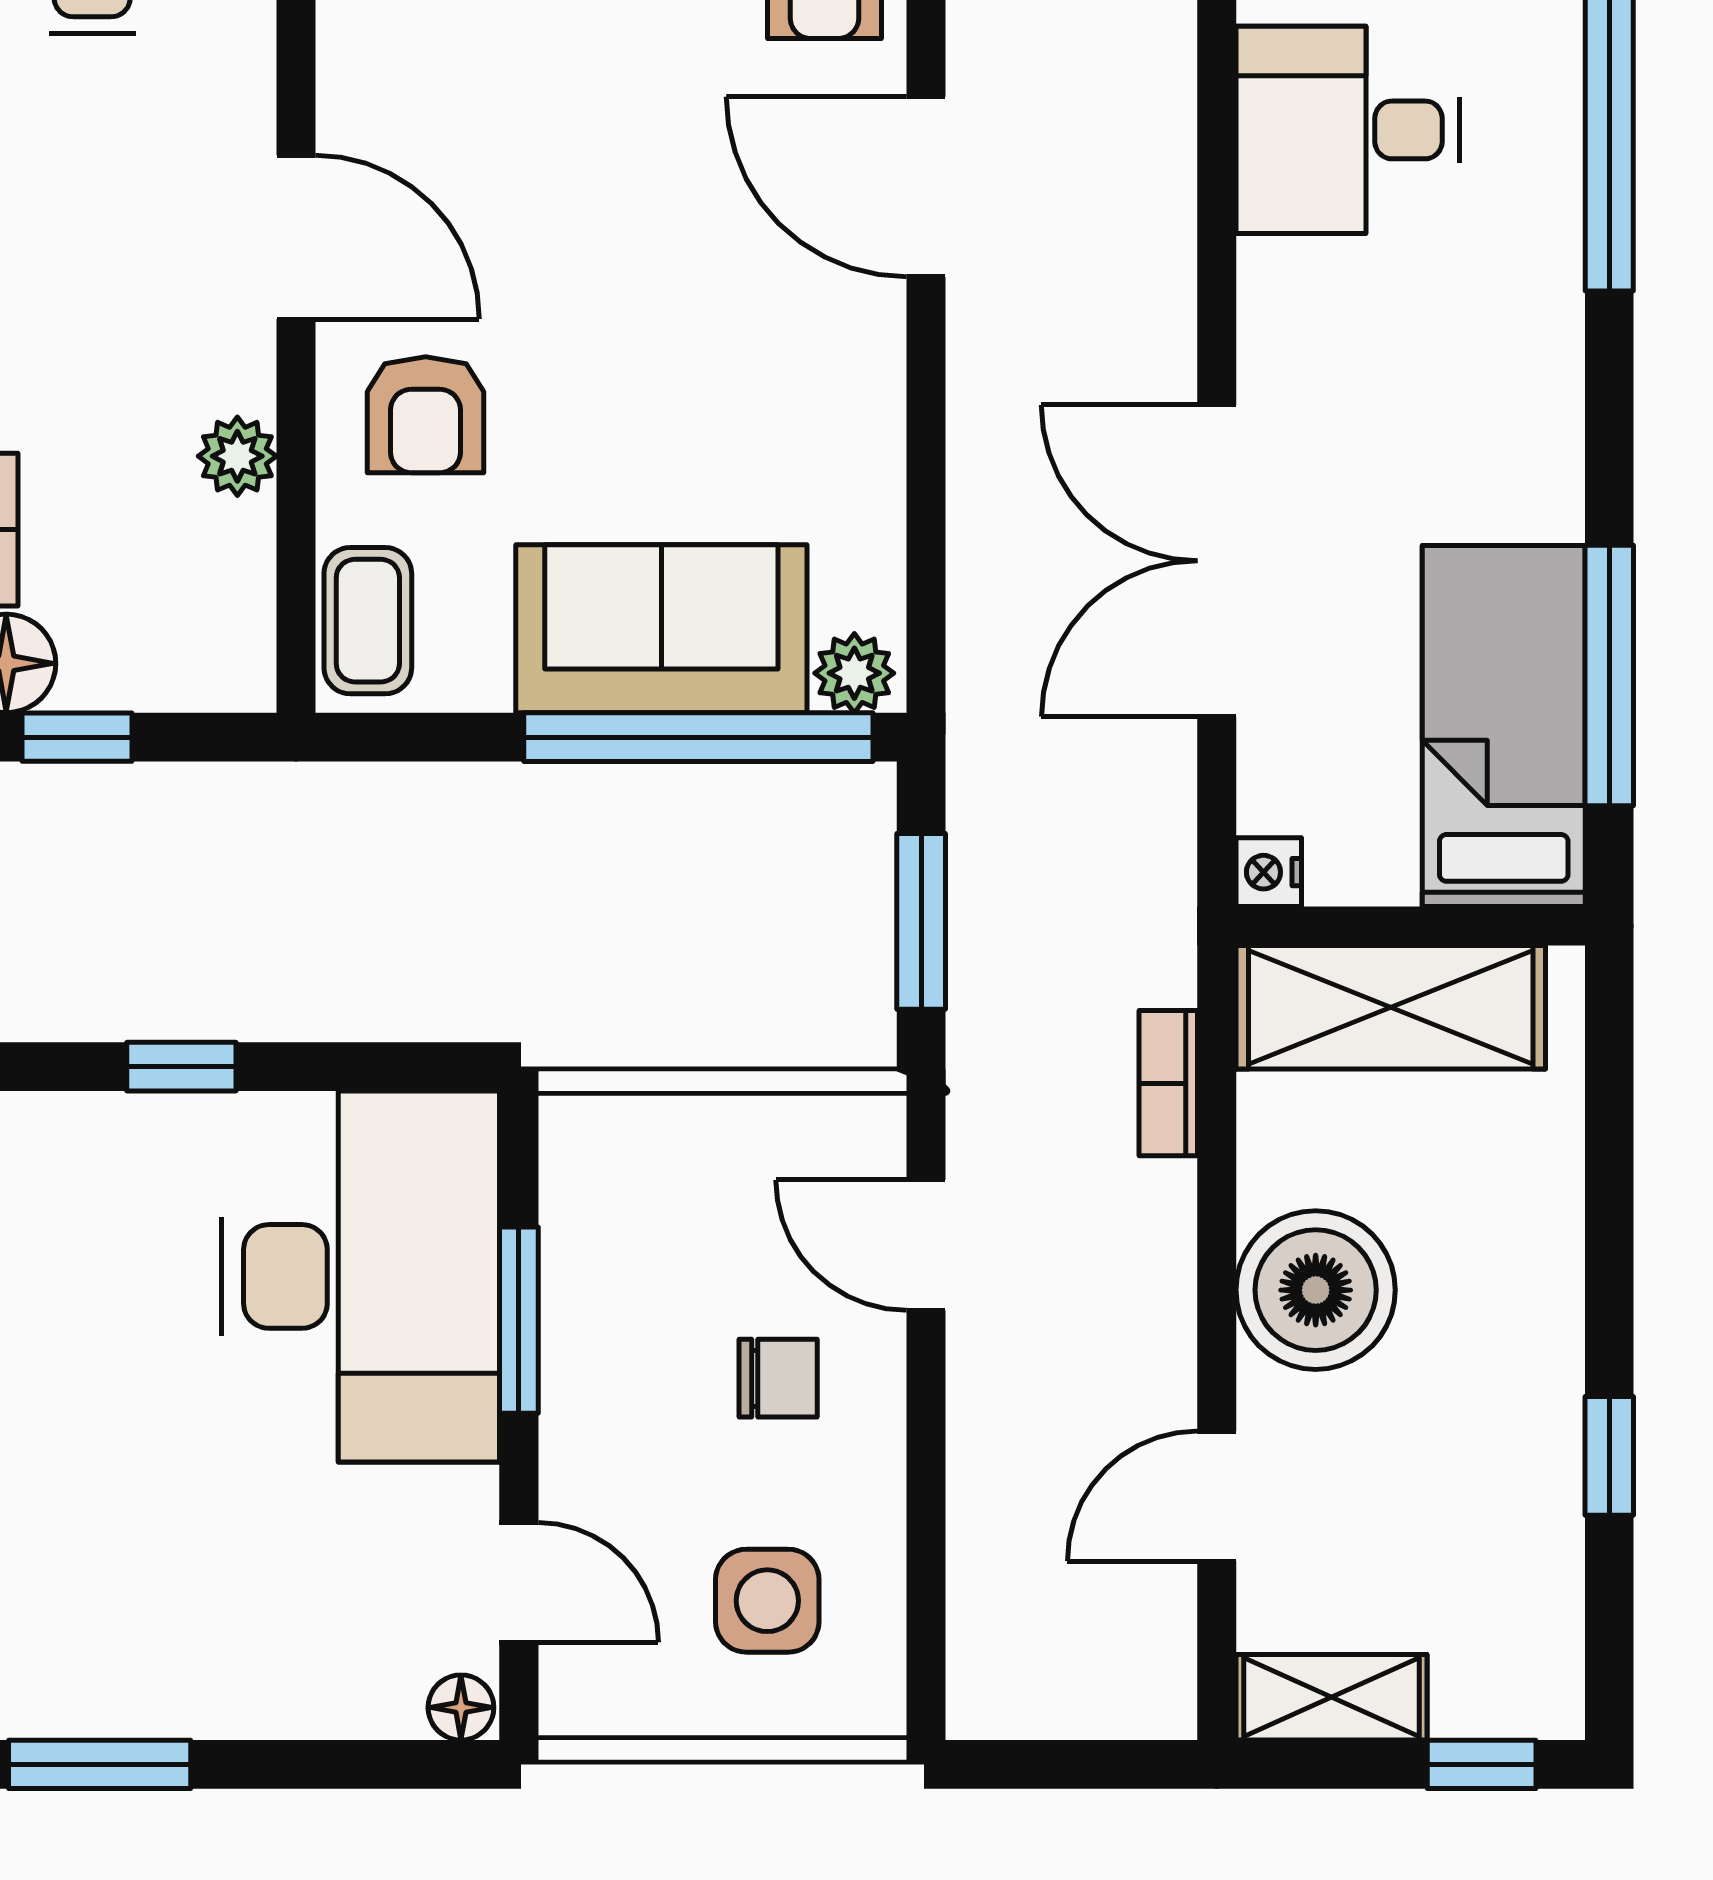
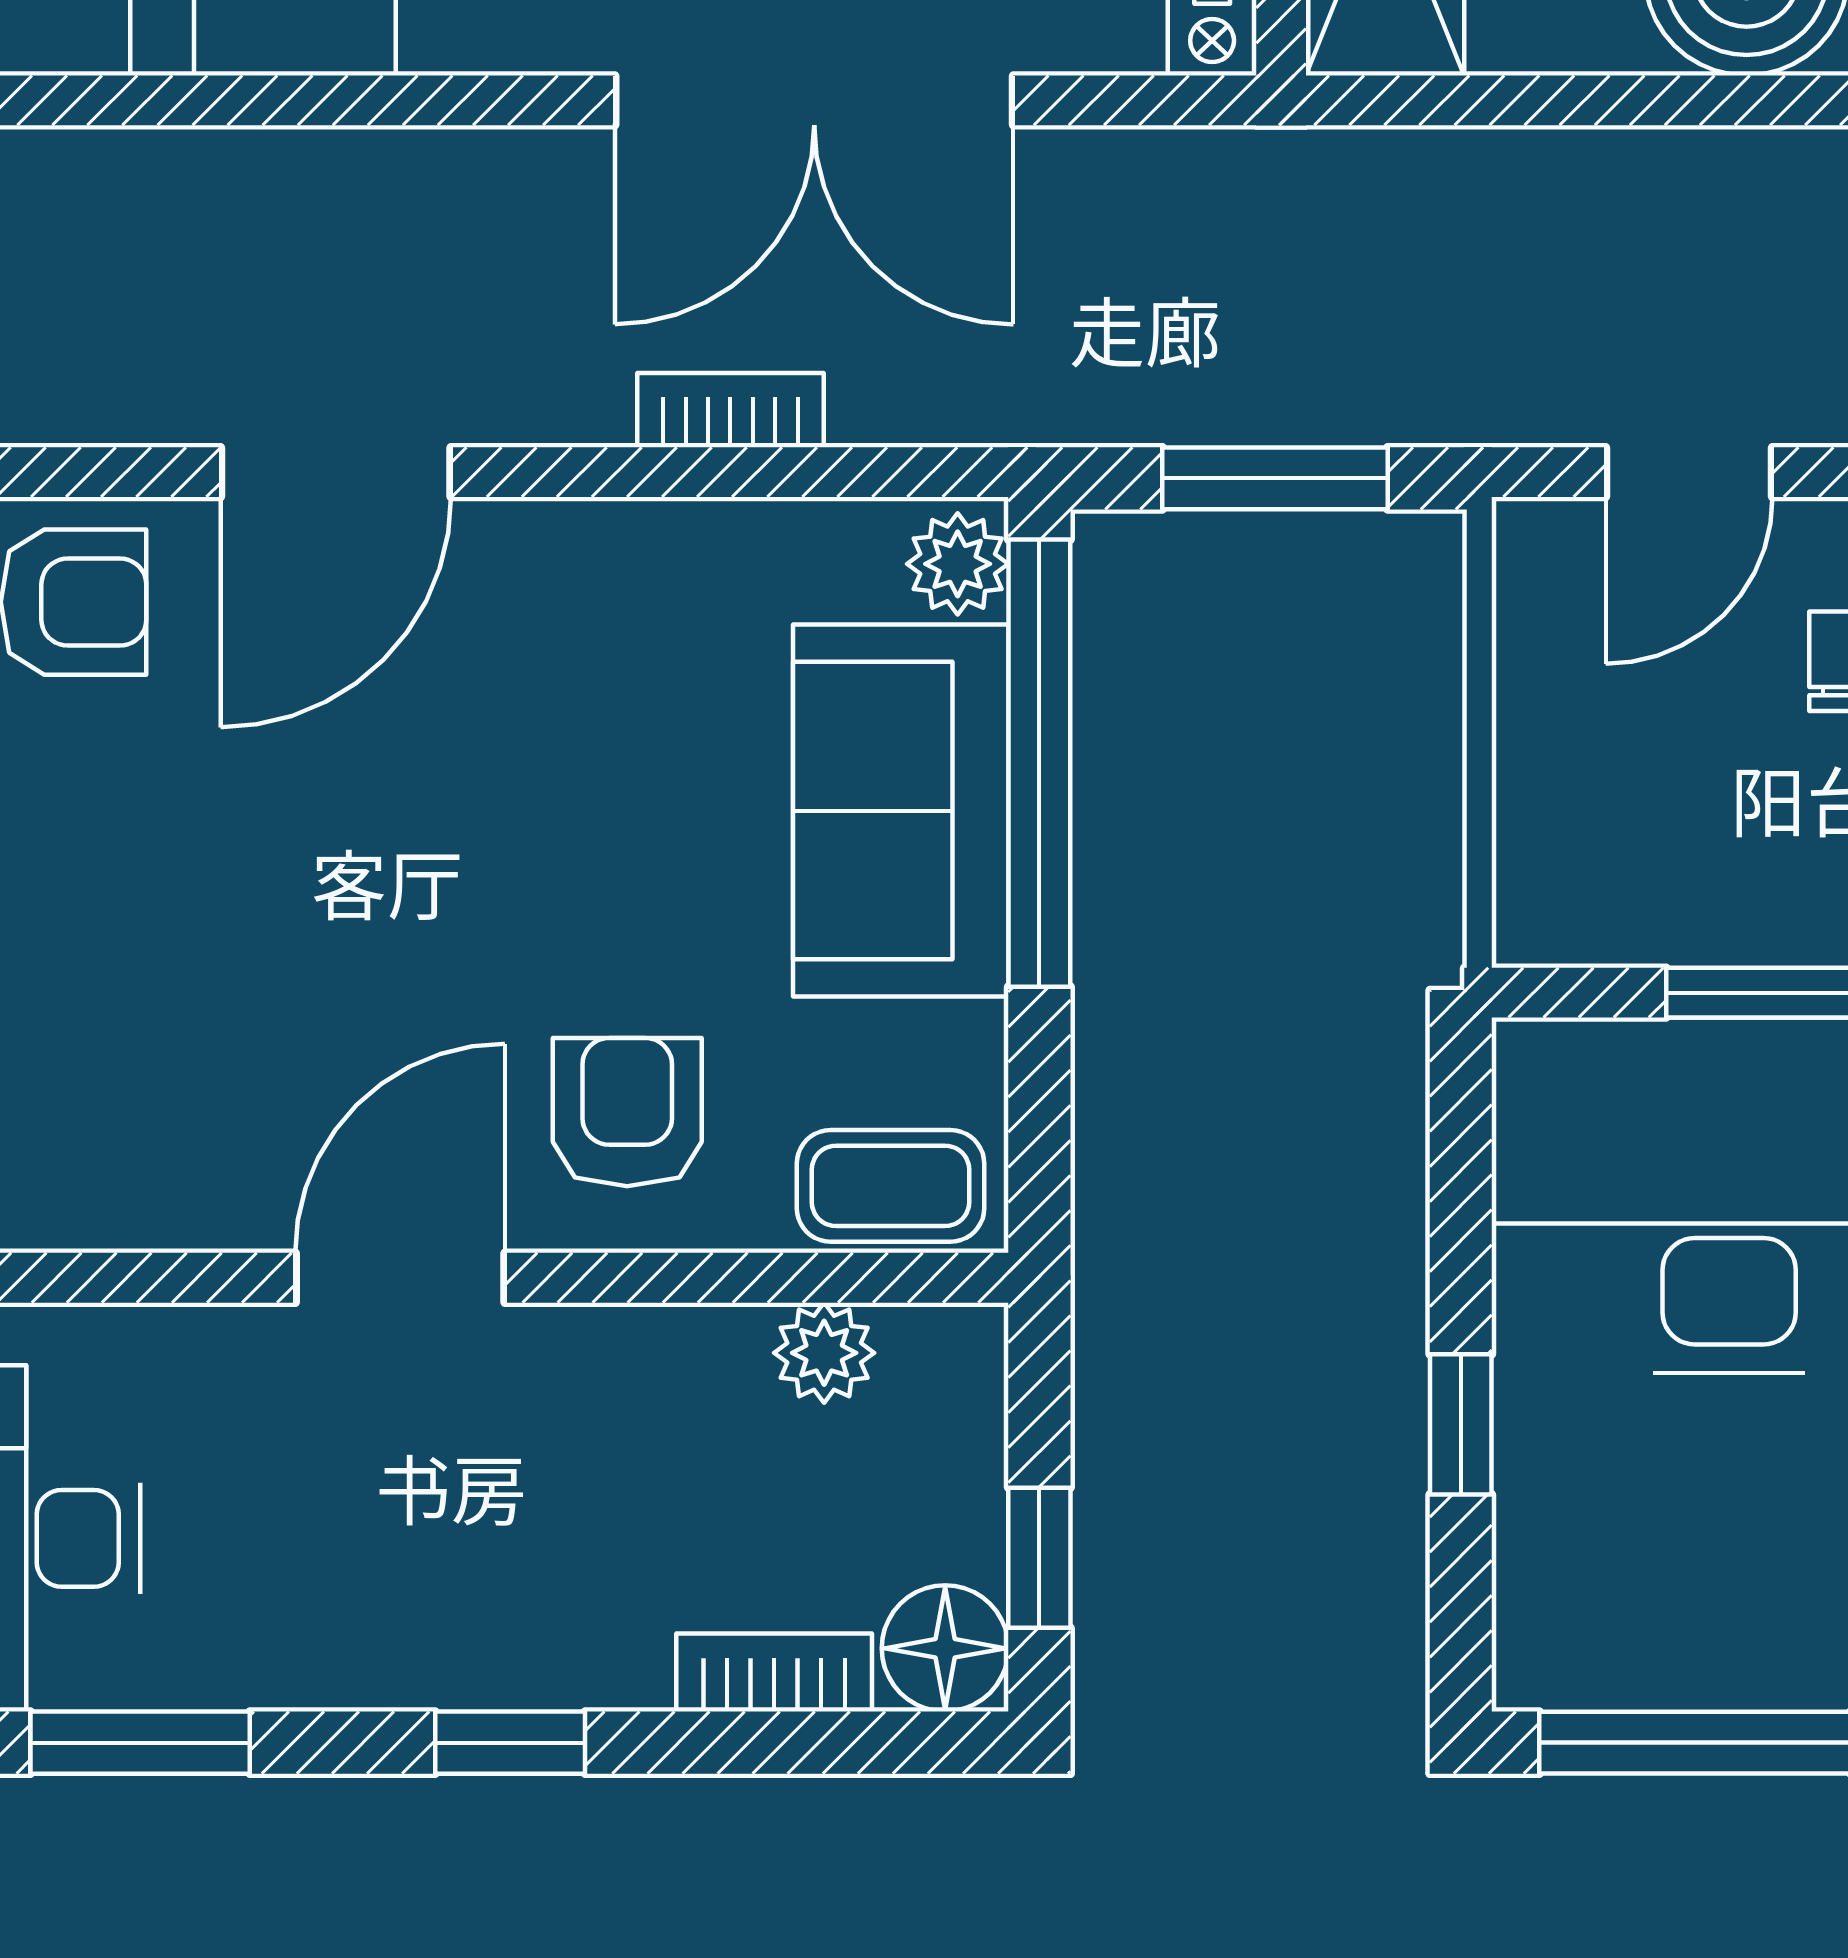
armchair: (426, 415) -> (627, 1112), turned -90
plant: (237, 456) -> (824, 1353), moved
bookcase: (1168, 1083) -> (730, 410), moved, turned 180

